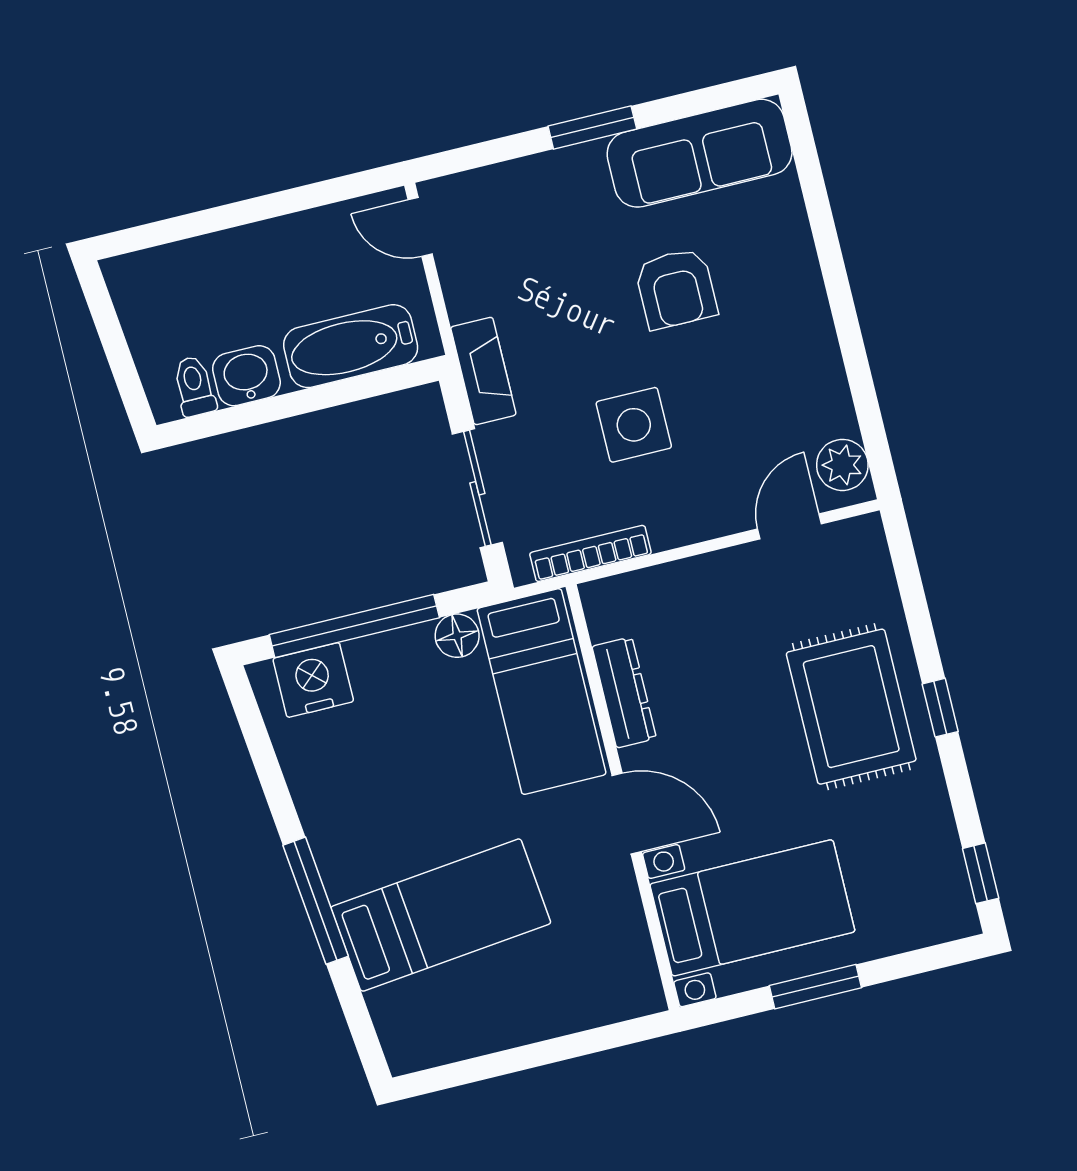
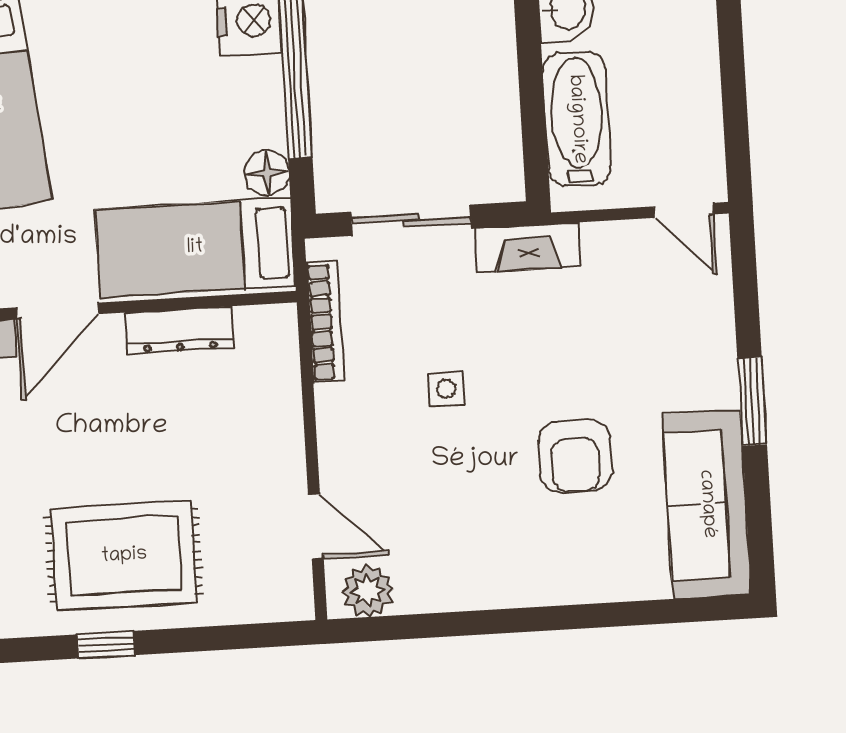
door: (420, 227) -> (684, 210), swing flipped
armchair: (676, 289) -> (575, 456), turned -90
side table: (634, 425) -> (446, 389), width x0.54, depth x0.54

